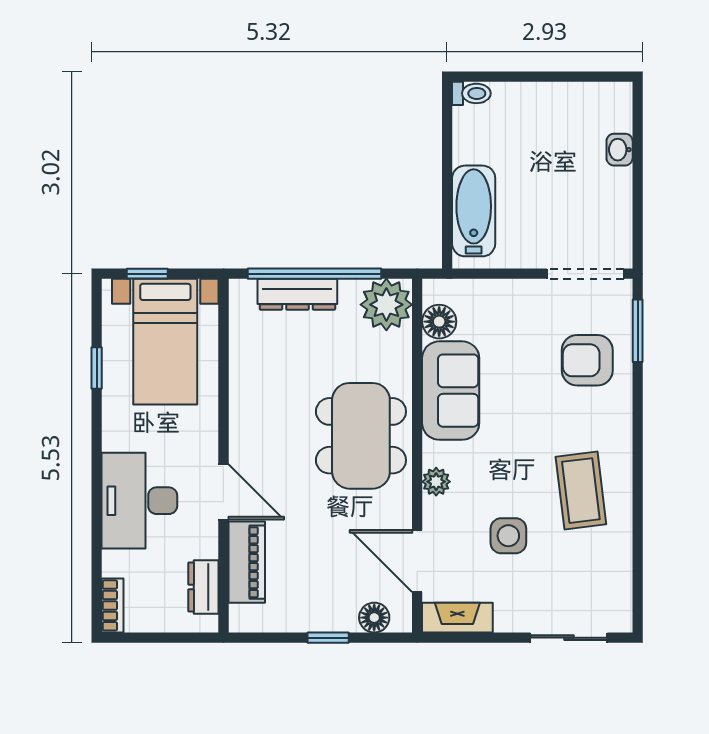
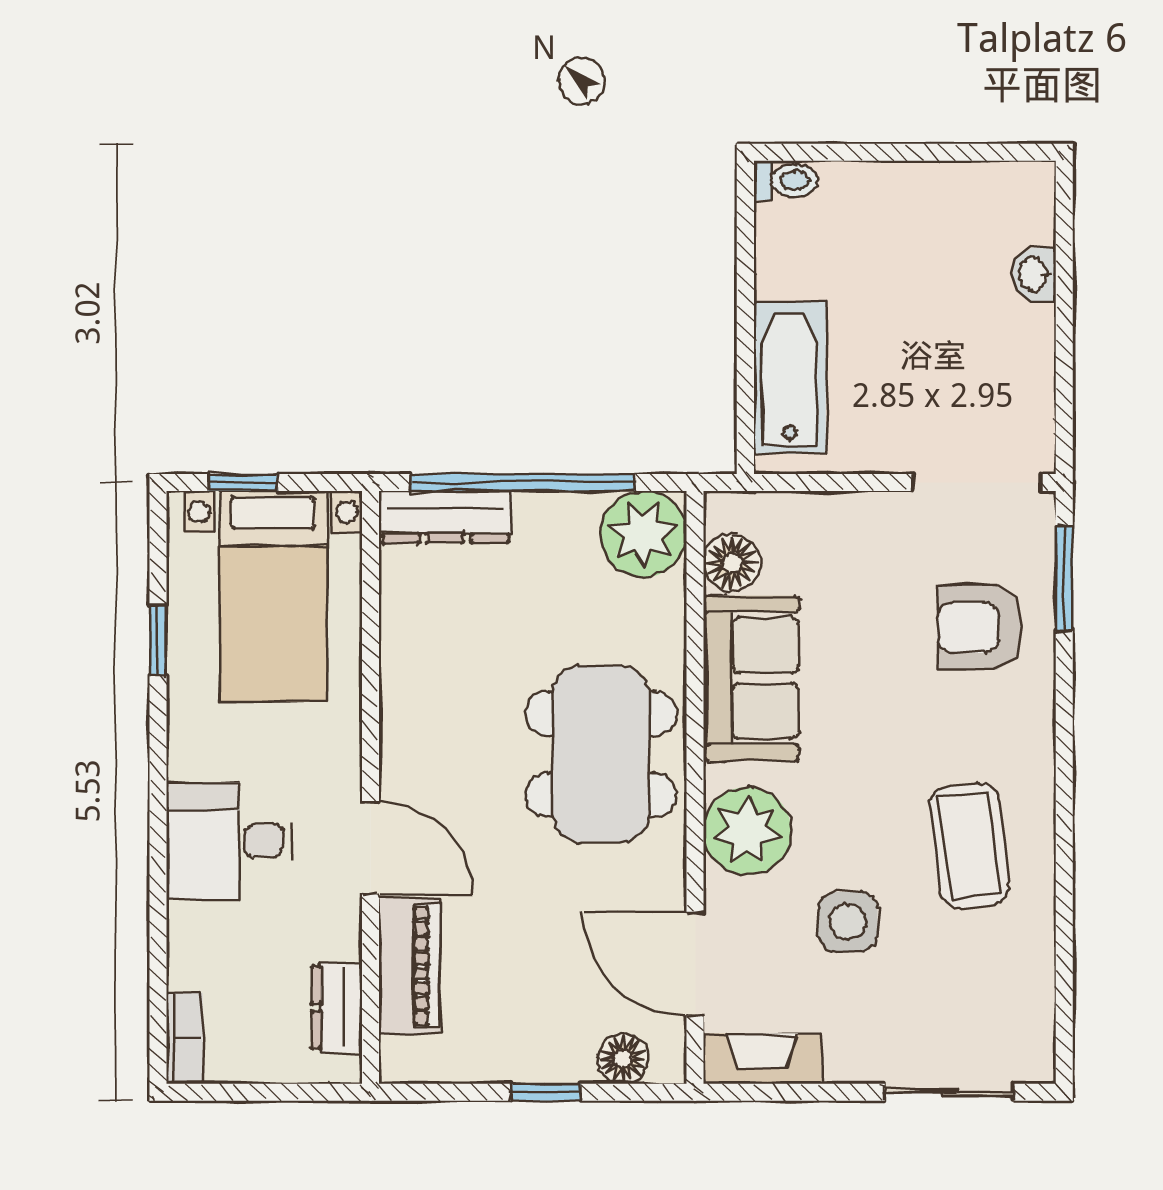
dresser: (297, 294) -> (445, 517), moved
plant: (436, 482) -> (747, 831), width x1.88, depth x1.88
desk: (139, 501) -> (229, 841), width x0.73

